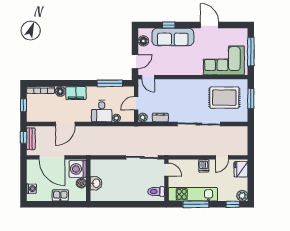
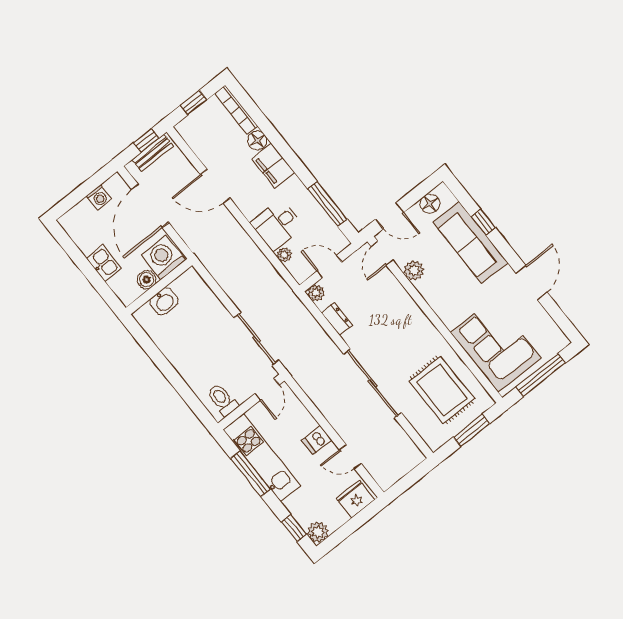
plant: (166, 70) -> (414, 270), added
washing machine: (31, 189) -> (99, 197), moved

